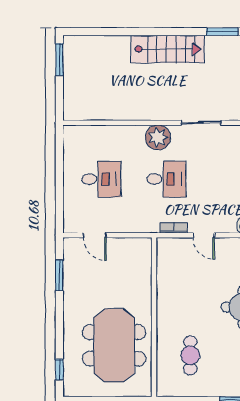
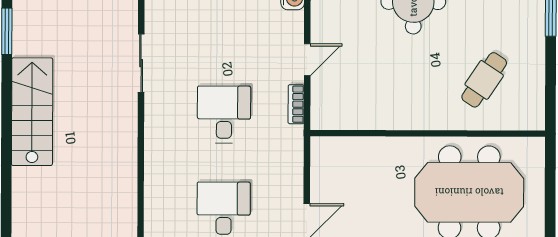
plant: (158, 137) -> (163, 127), removed
cafe table: (190, 355) -> (484, 80), turned -56

